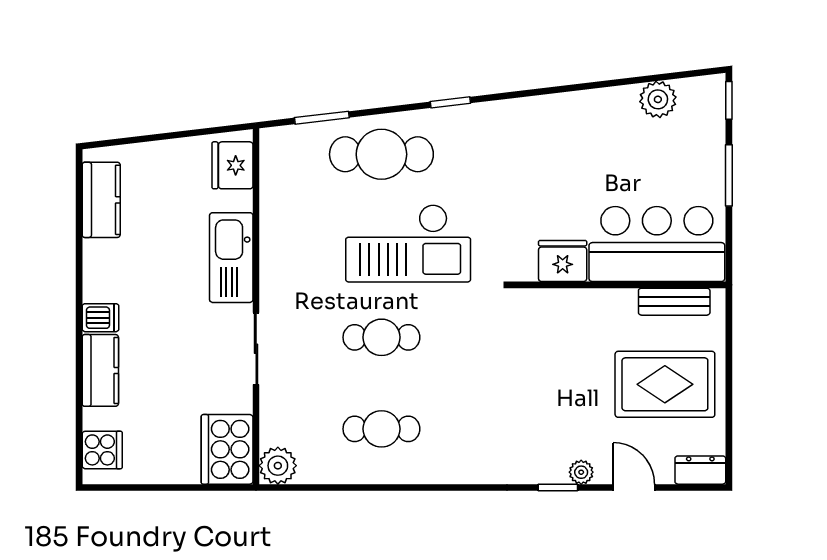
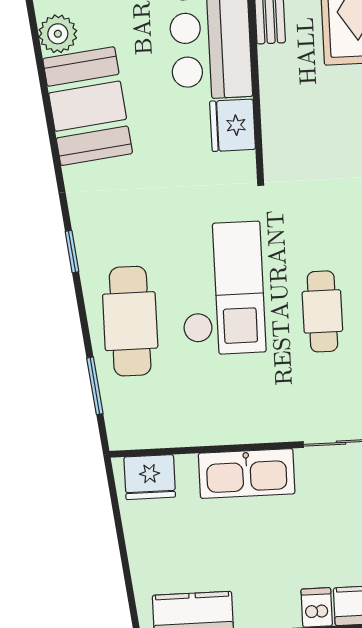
booth: (588, 124) -> (88, 106), added

